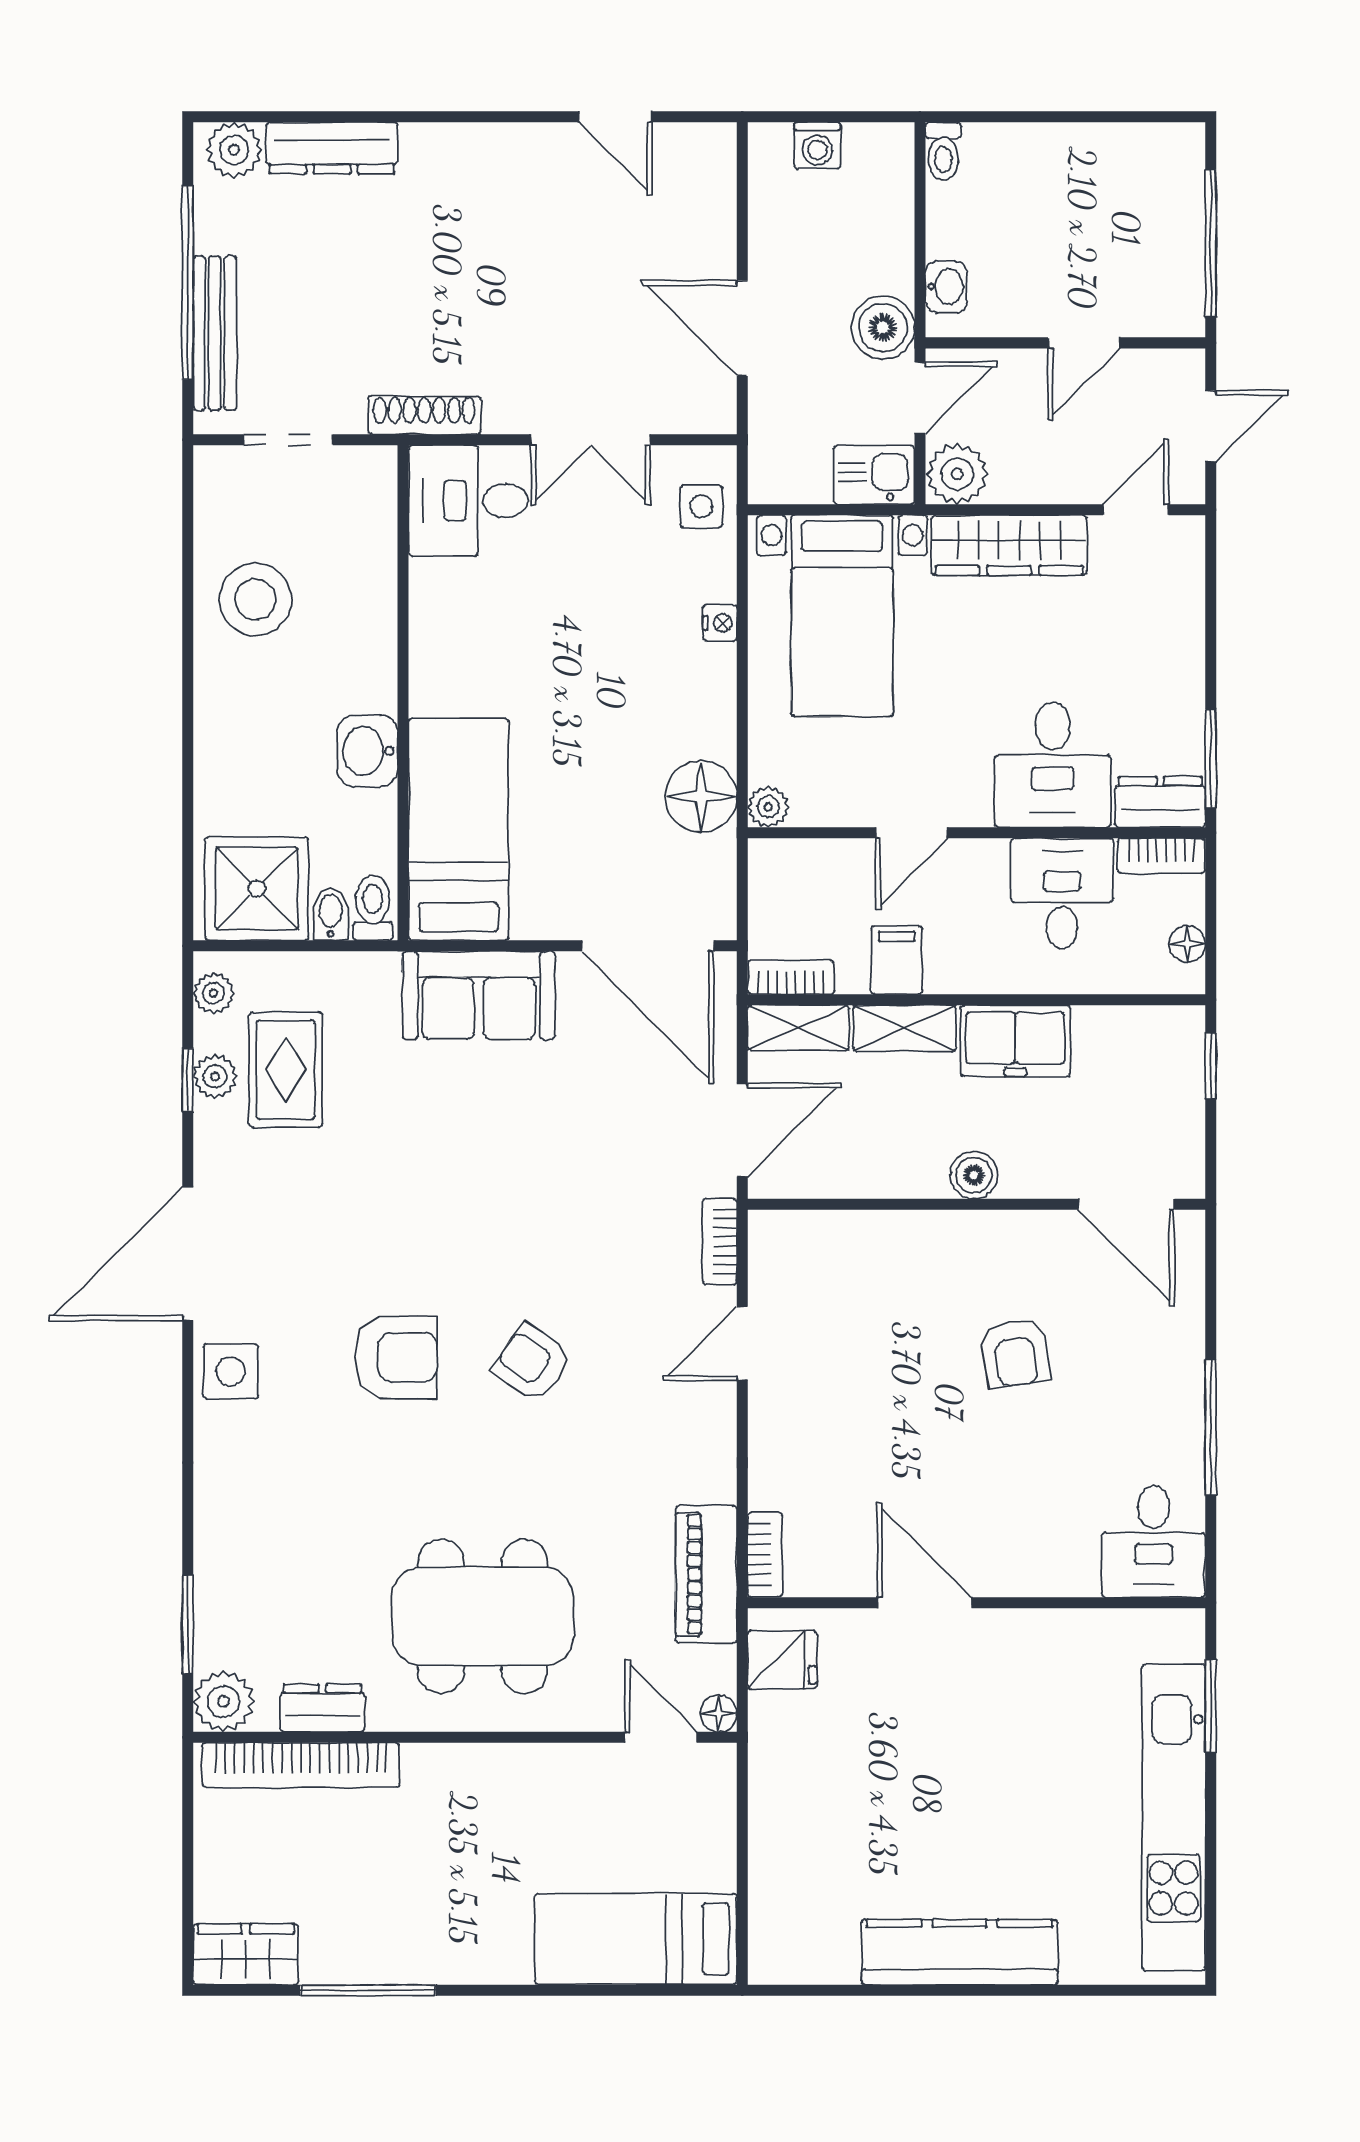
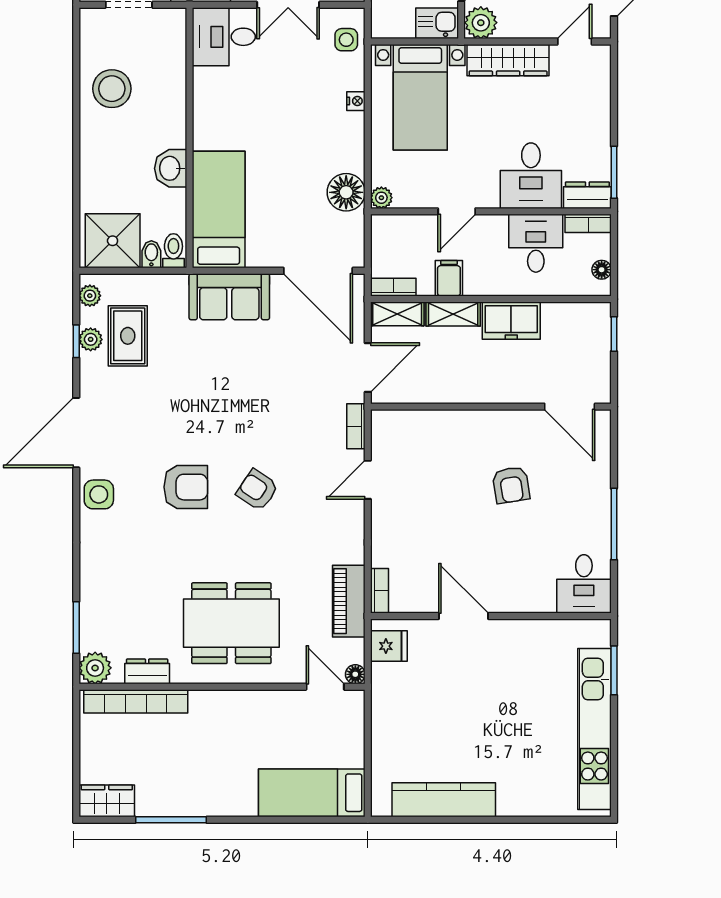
boiler: (974, 1175) -> (490, 391), removed
kitchen counter: (960, 1952) -> (444, 800), moved

